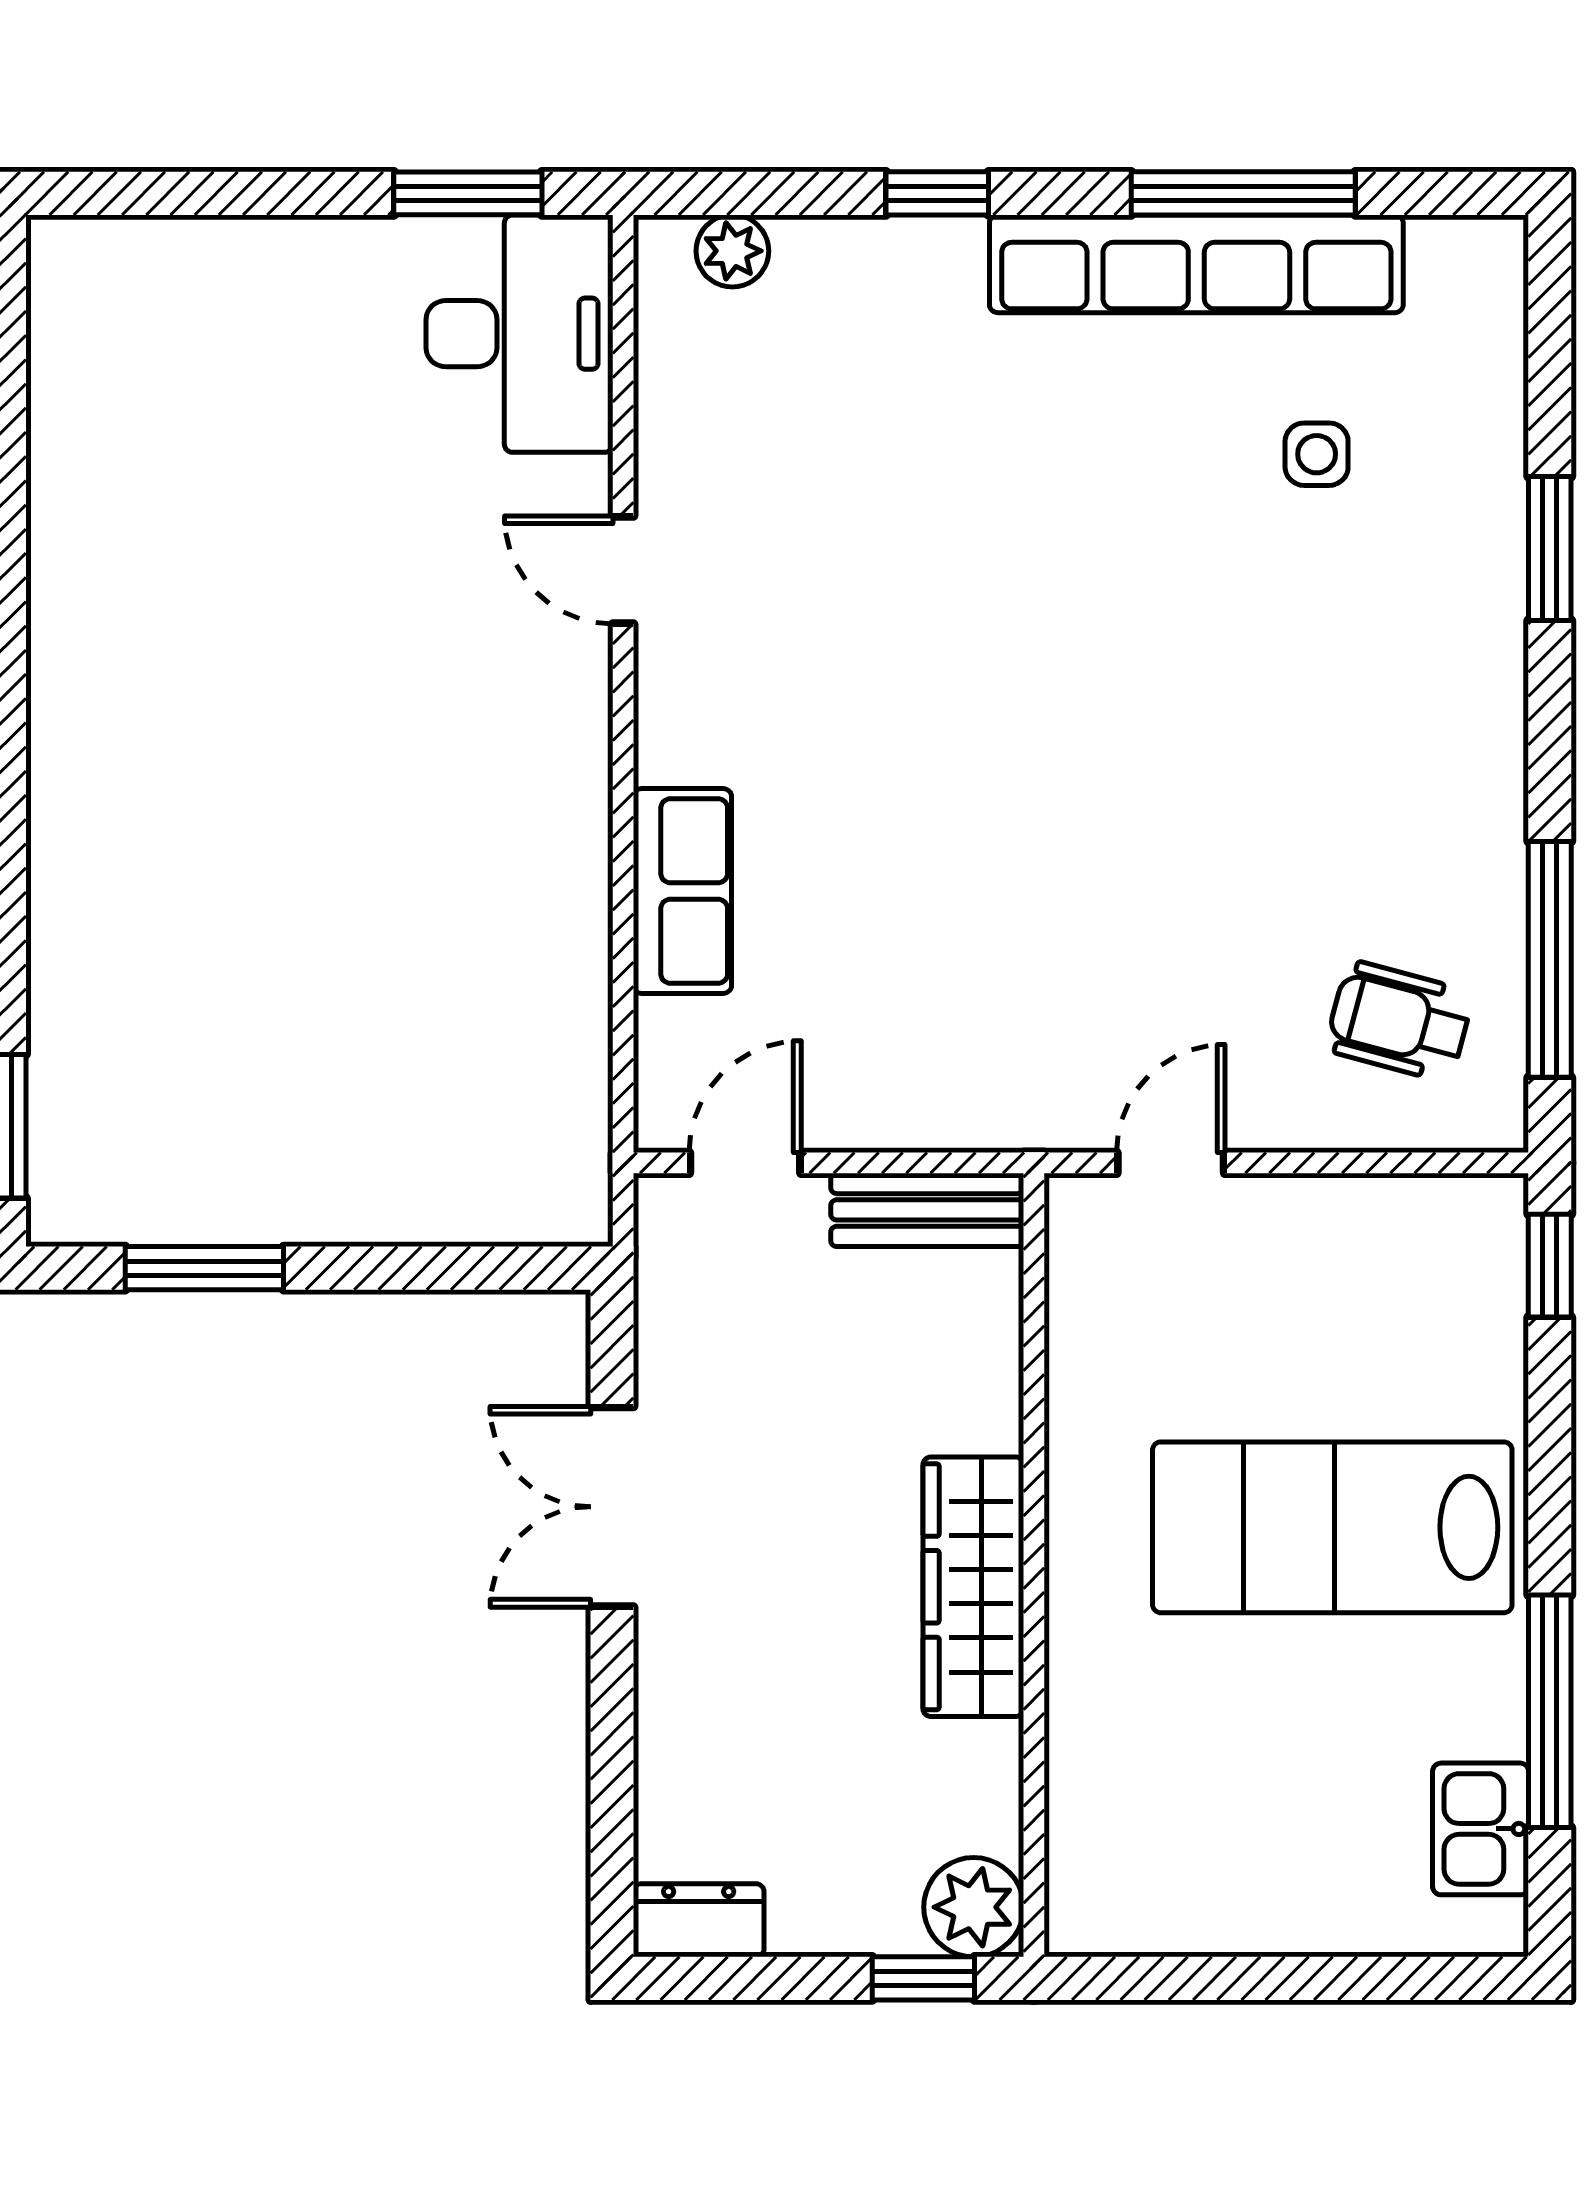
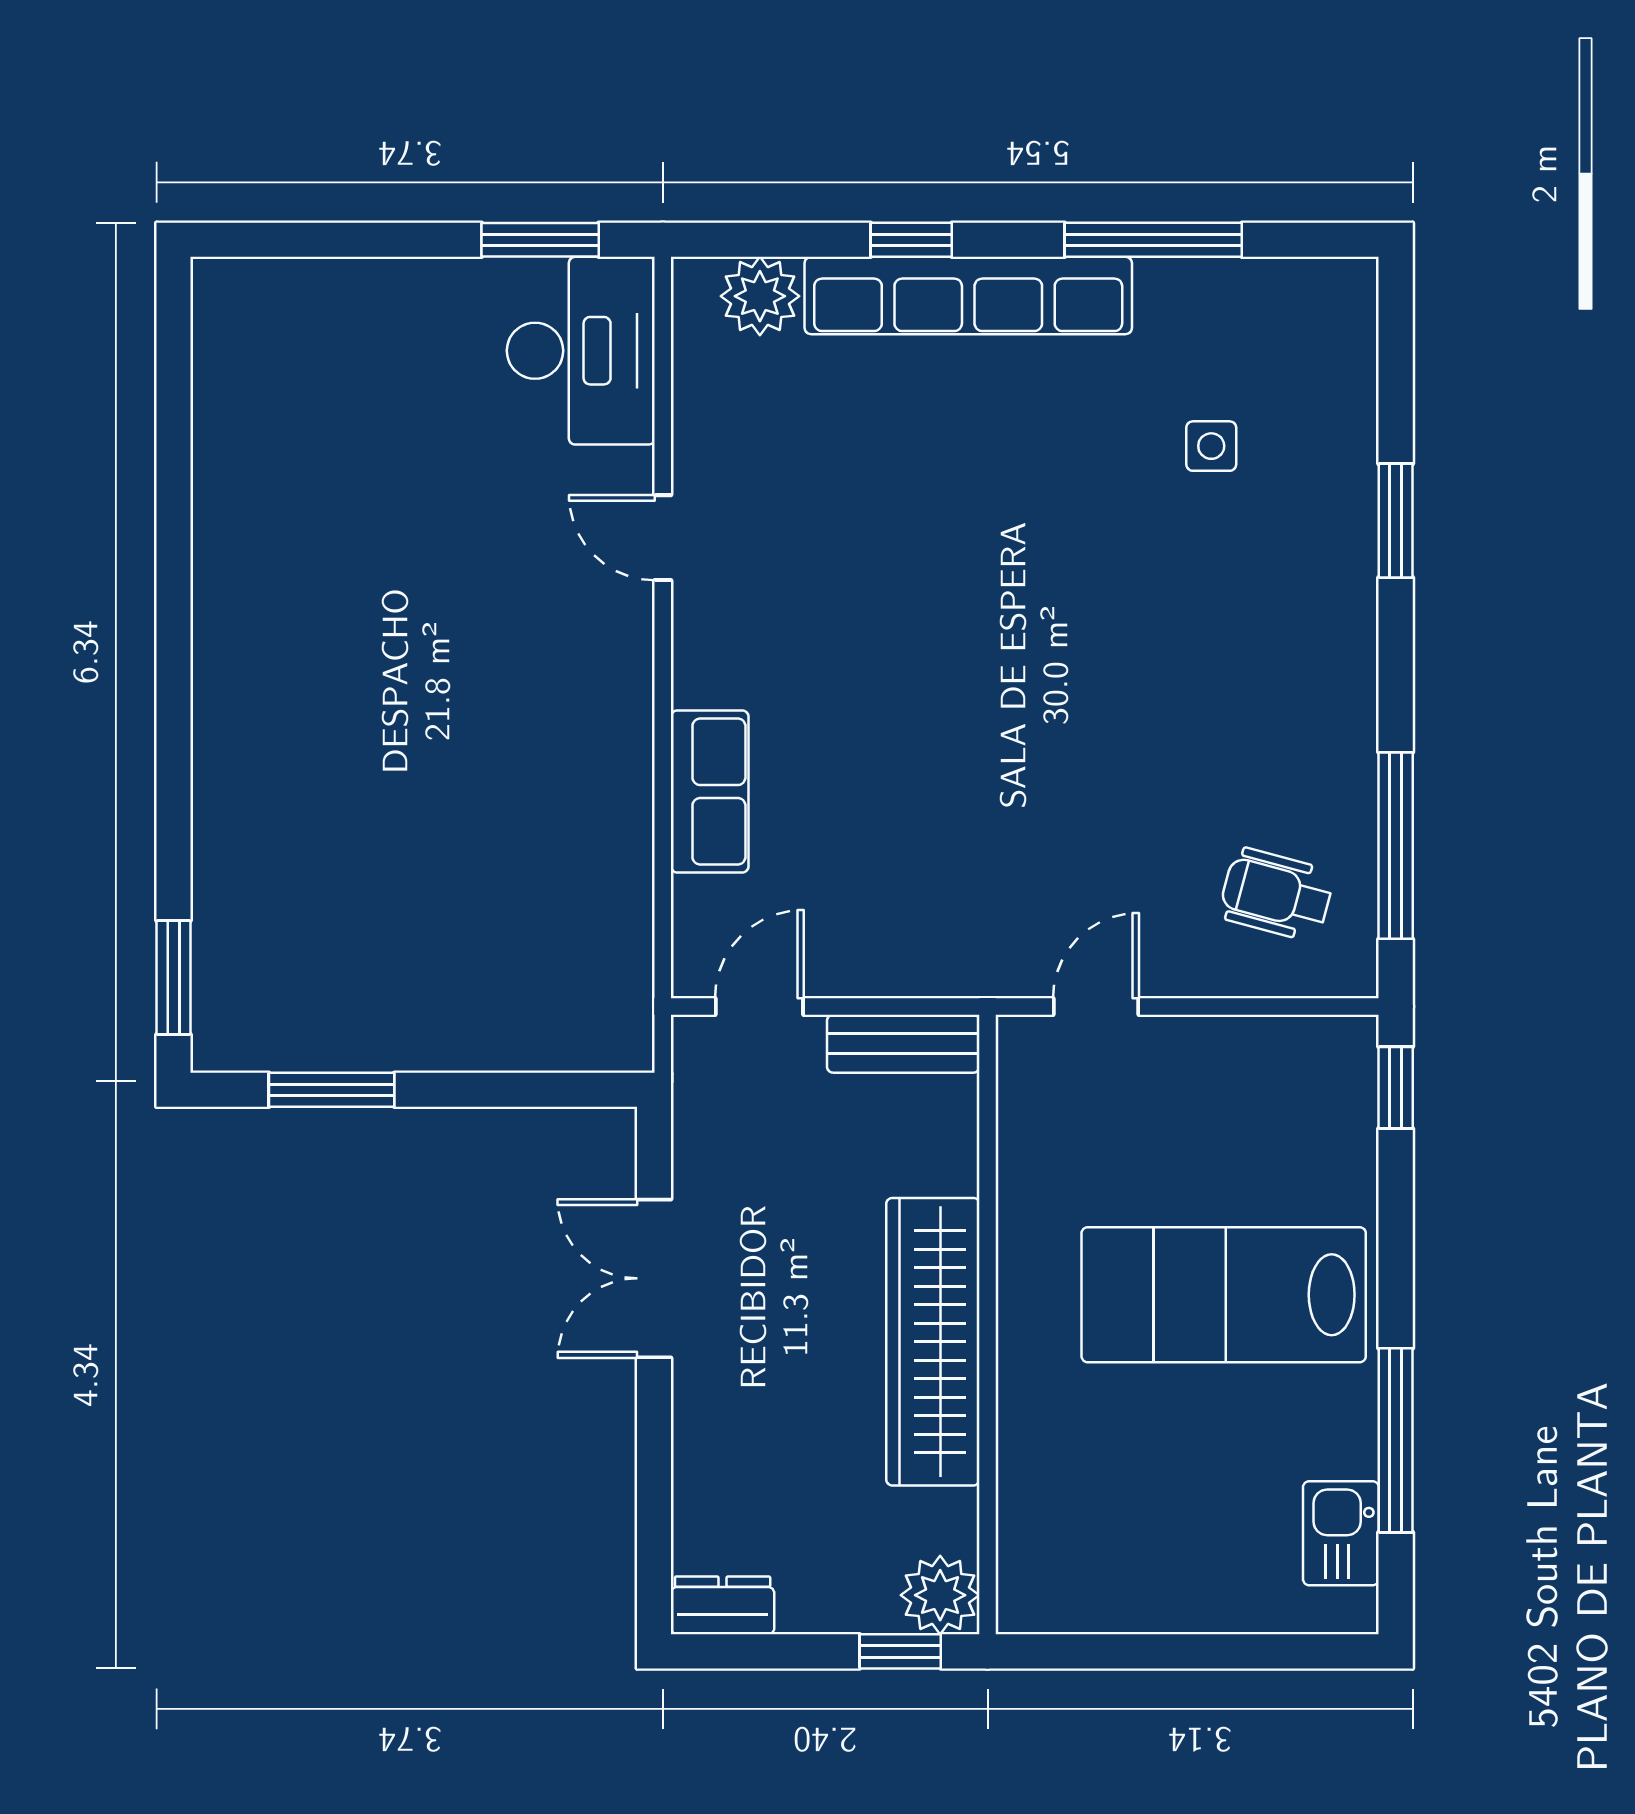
plant: (732, 251) -> (760, 296), width x1.38, depth x1.38
row of seats: (1196, 264) -> (968, 295), moved
wardrobe: (973, 1587) -> (933, 1342), width x1.40, depth x1.17

